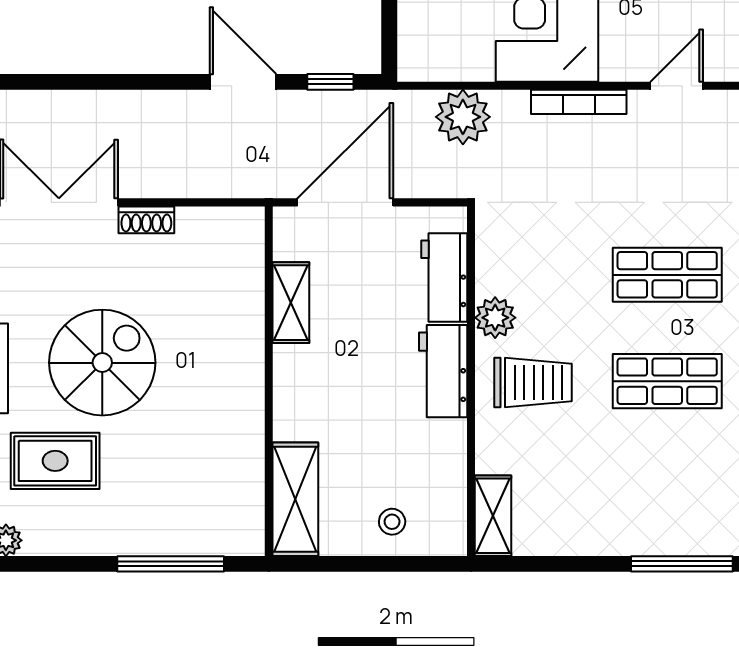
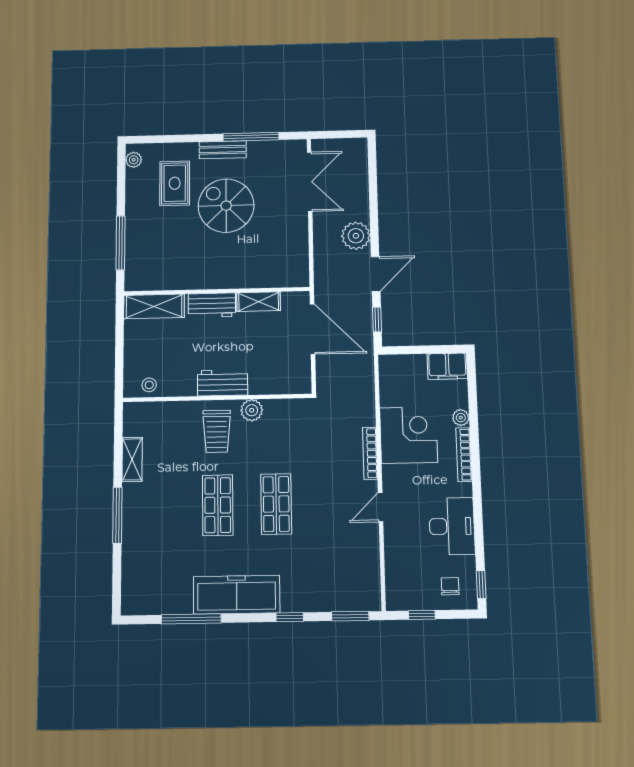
door: (677, 86) -> (381, 507), swing flipped
plant: (463, 117) -> (356, 236), moved
shoe rack: (146, 220) -> (301, 226), removed
workbench: (444, 278) -> (212, 305), moved, turned 180
spiral stairs: (102, 363) -> (226, 206), turned 180
shelving: (493, 516) -> (132, 459), moved, turned 90
stool: (392, 522) -> (149, 385), moved

